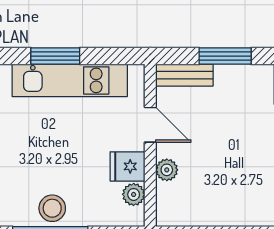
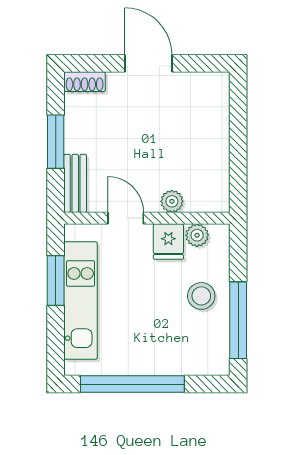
window: (55, 56) -> (56, 281), moved
door: (150, 125) -> (126, 218), hinge flipped
stool: (52, 208) -> (201, 296), moved

